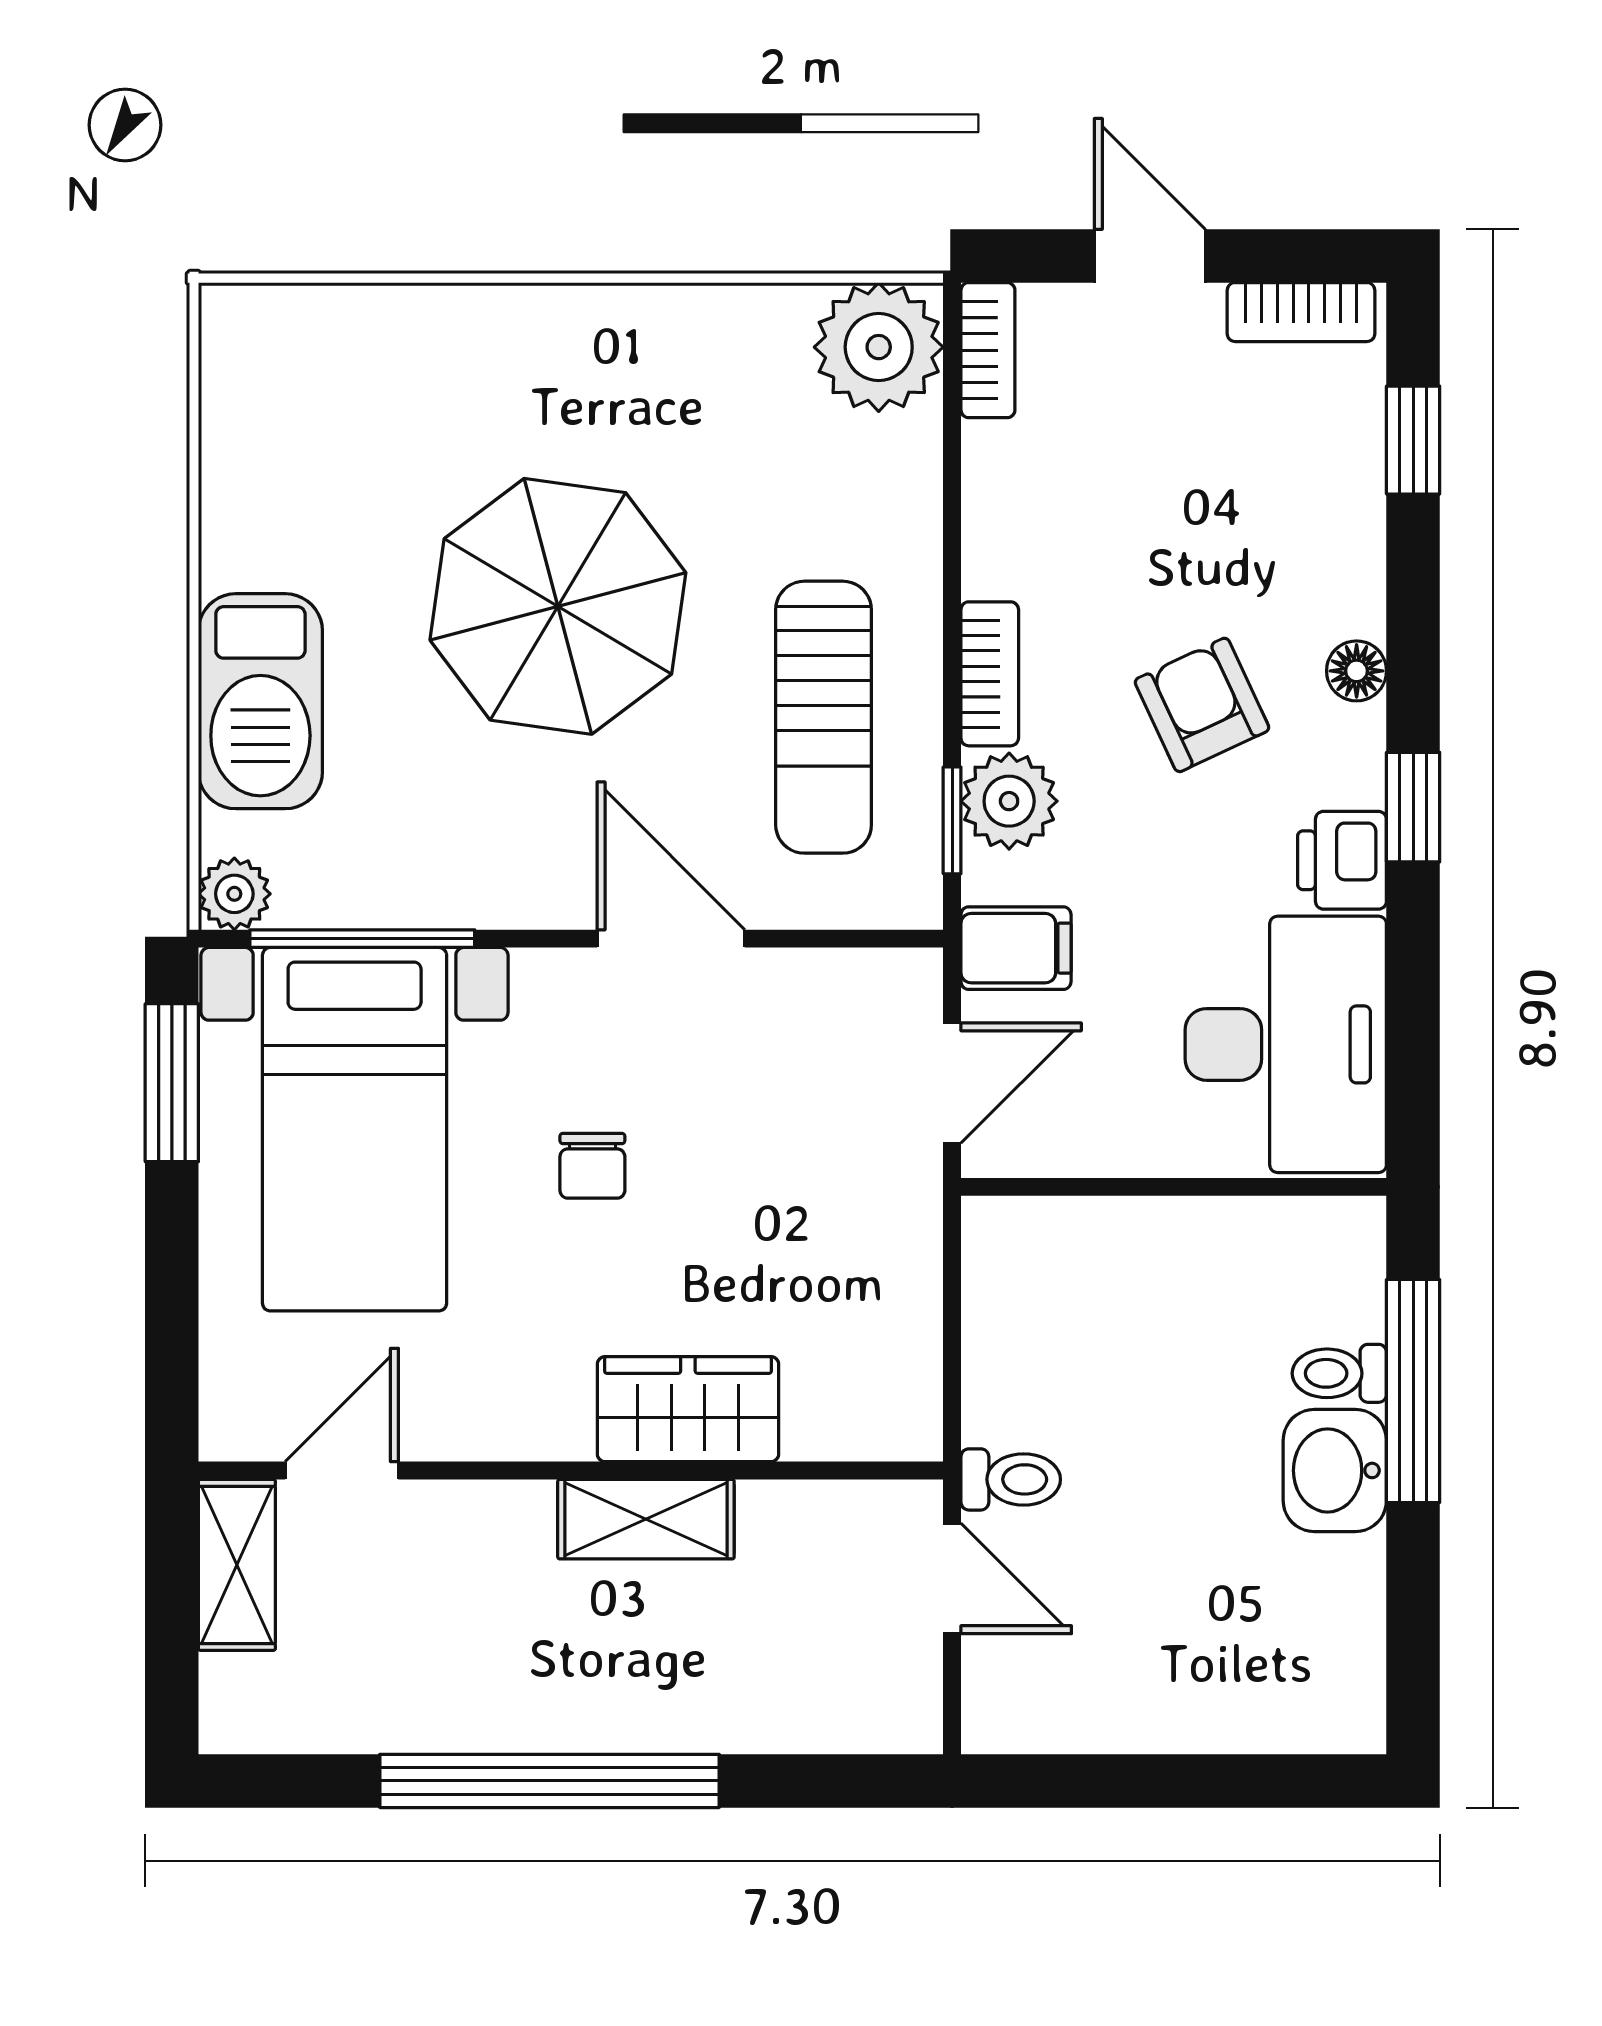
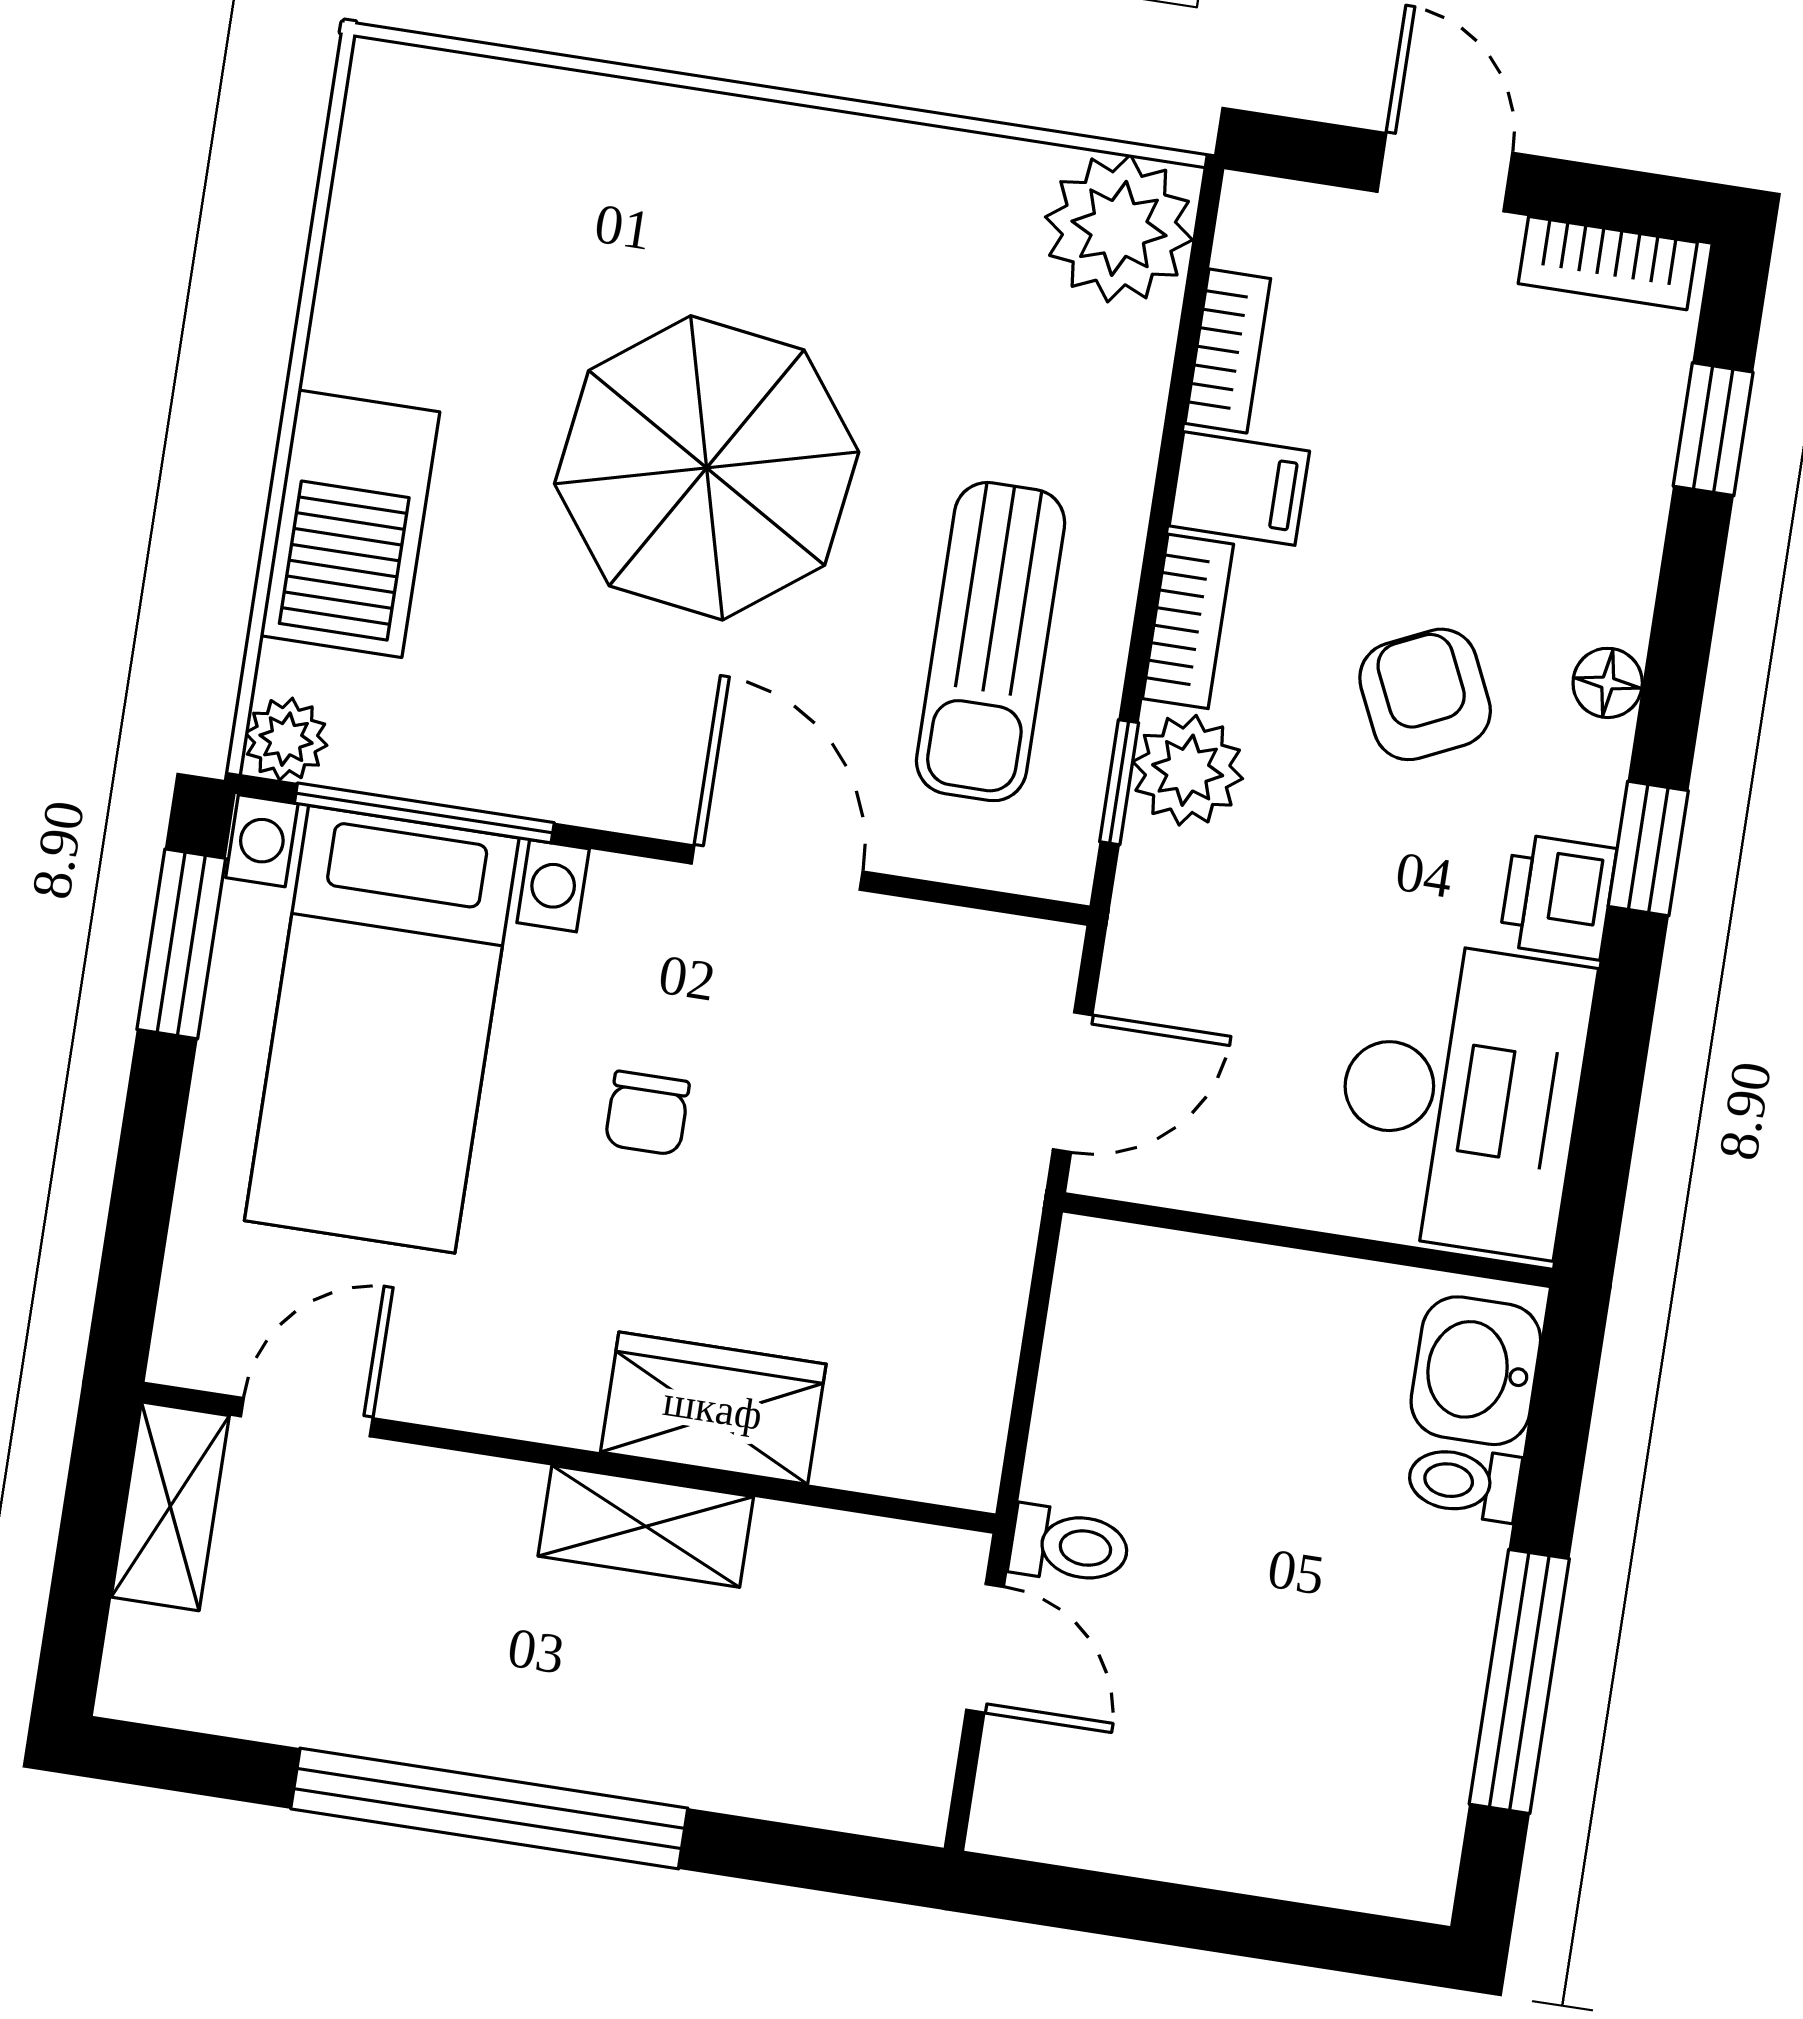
bookcase: (988, 350) -> (1228, 351), moved
filing cabinet: (1016, 948) -> (1239, 488), moved
window: (1413, 1391) -> (1519, 1681), moved
washbasin: (1335, 1470) -> (1476, 1371), moved

